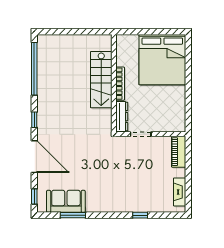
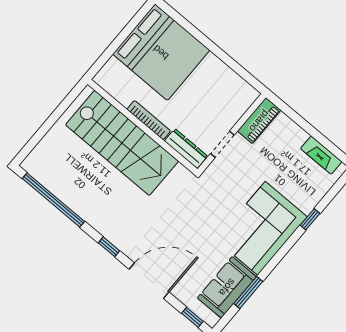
stairs: (101, 80) -> (122, 143), width x1.36, depth x1.51
piano: (179, 152) -> (259, 121), moved, turned -90
corner sofa: (113, 193) -> (261, 228), added

